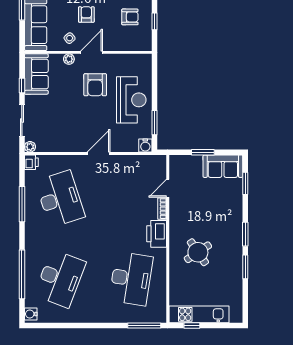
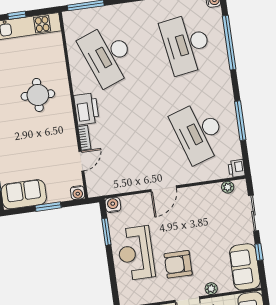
armchair: (95, 85) -> (178, 264), turned -90
plant: (30, 147) -> (228, 187), moved
water cooler: (175, 161) -> (78, 193), added
round table: (198, 252) -> (38, 95), turned 36
desk: (60, 279) -> (186, 44), turned -30
desk: (131, 279) -> (108, 55), turned -30
window: (192, 325) -> (17, 15), moved

